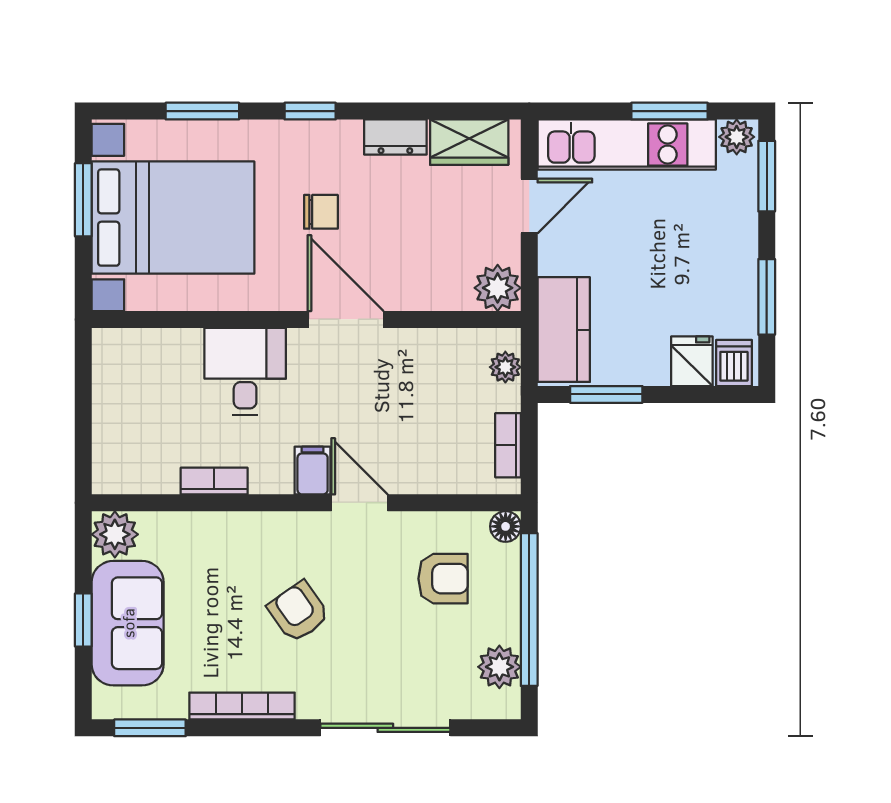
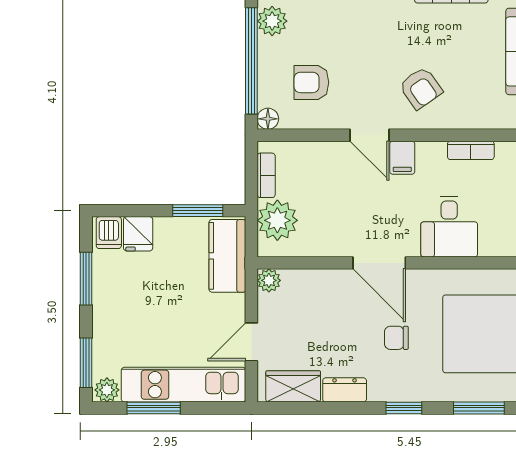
plant: (498, 288) -> (269, 280), width x0.73, depth x0.73
plant: (505, 367) -> (277, 220), width x1.88, depth x1.88
armchair: (298, 612) -> (421, 88), moved

